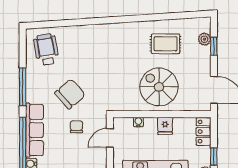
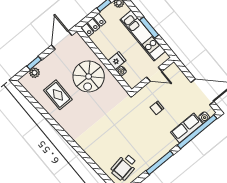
chair: (70, 94) -> (140, 129), removed
fridge: (165, 126) -> (117, 61), moved
row of seats: (35, 130) -> (187, 128), width x0.68
door: (110, 138) -> (154, 74), moved

